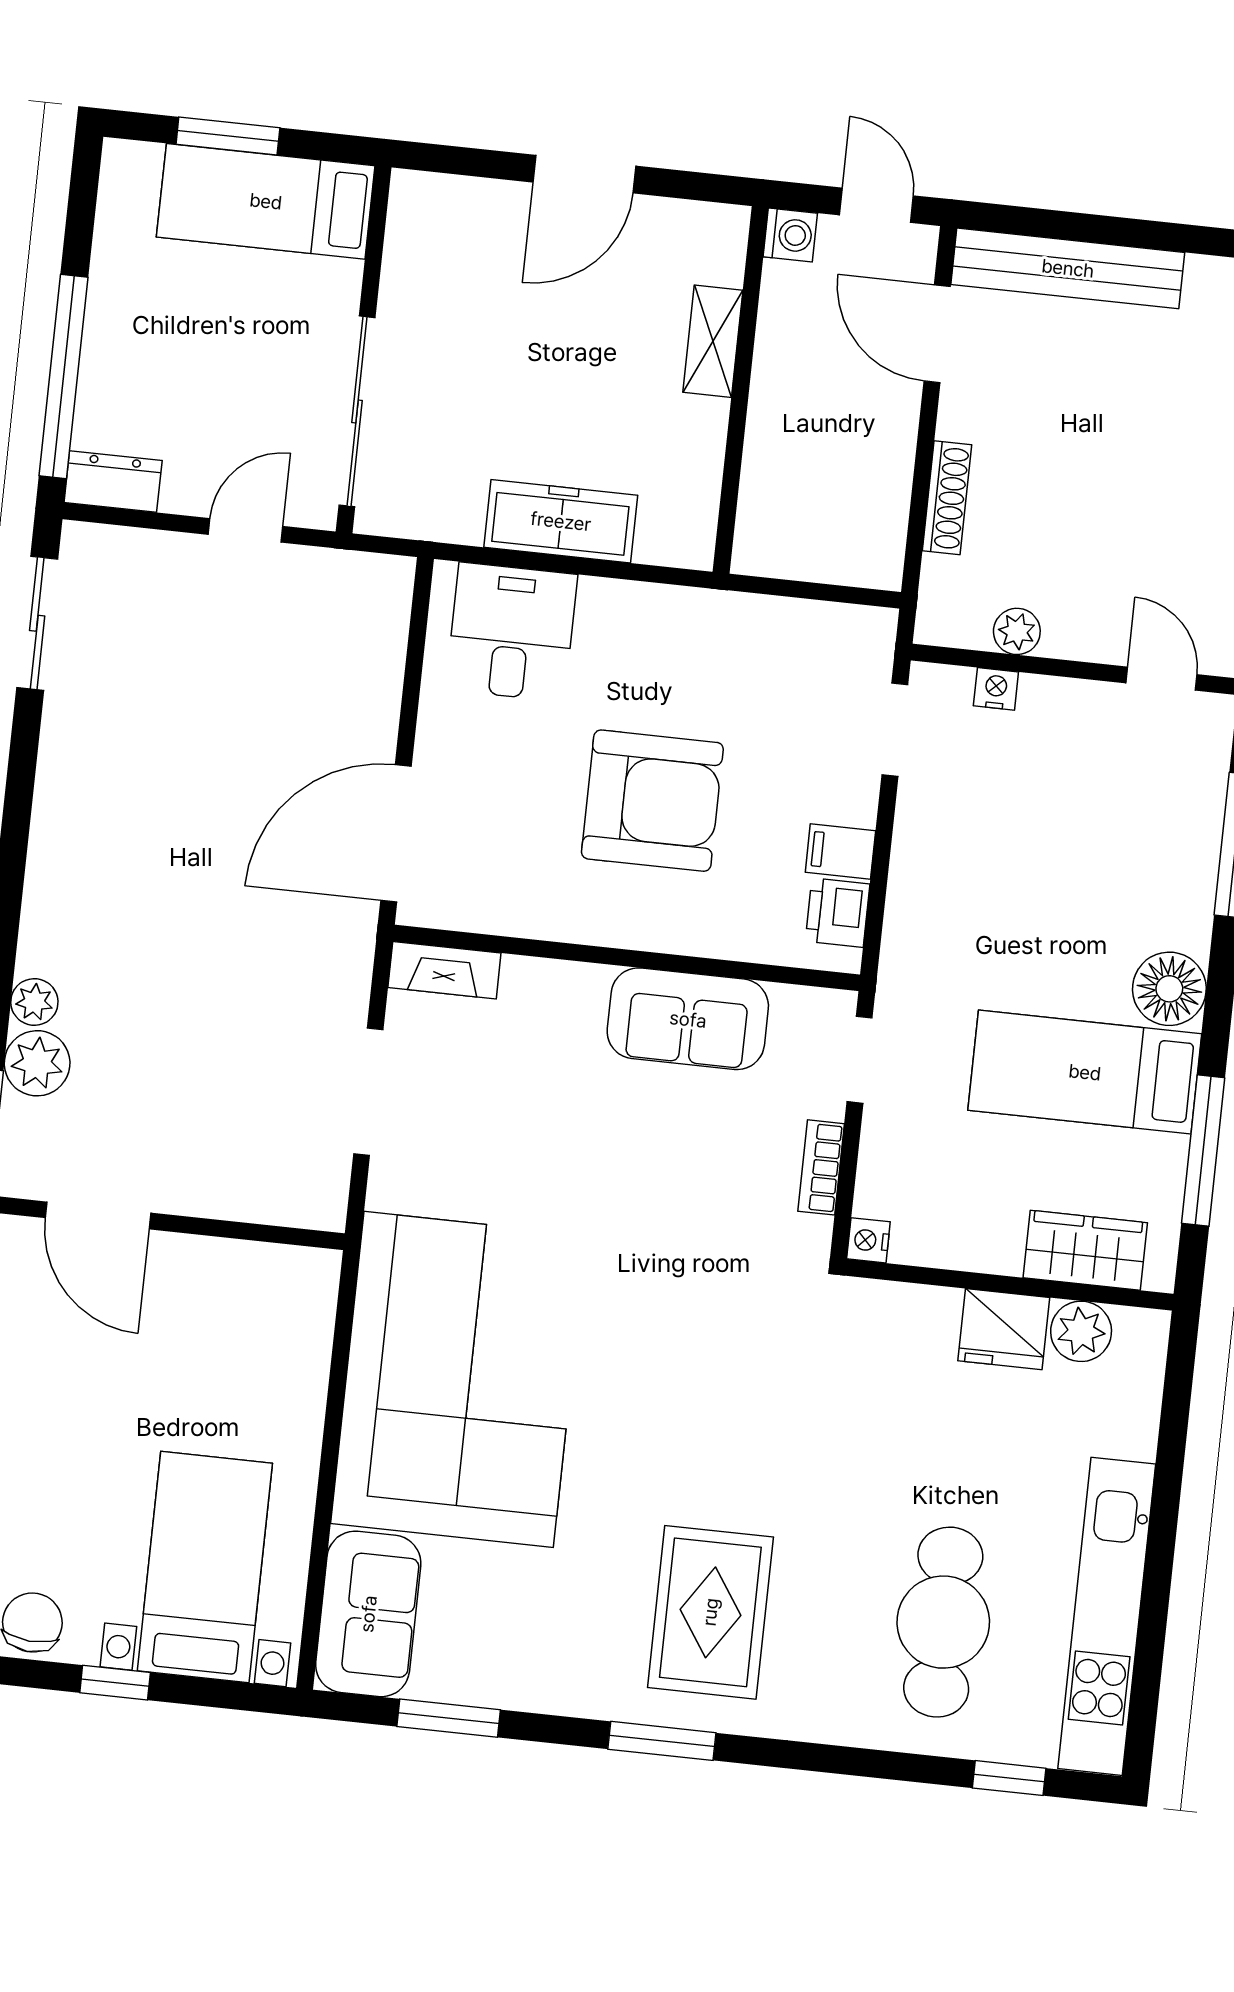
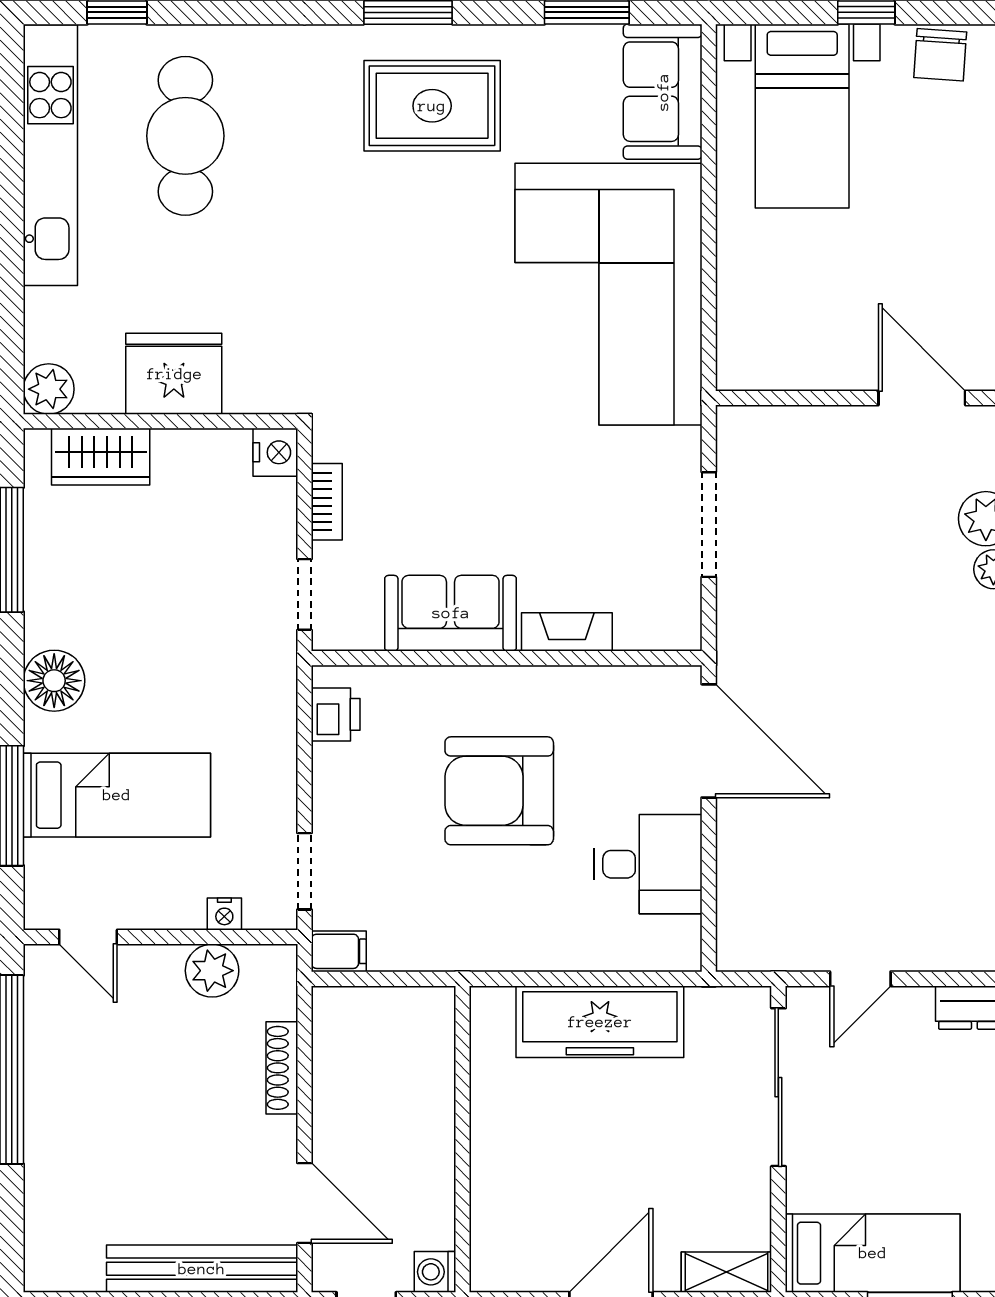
shelving: (713, 341) -> (726, 1272), moved, turned 90
freezer: (561, 521) -> (600, 1022), width x1.36, depth x1.26
plant: (1017, 631) -> (212, 971), width x1.38, depth x1.38
desk: (512, 632) -> (648, 864), moved, turned -90
door: (396, 833) -> (709, 741), hinge flipped
filing cabinet: (840, 852) -> (339, 951), moved
fireplace: (444, 970) -> (567, 632), moved
bed: (1085, 1072) -> (117, 795), moved
nightstand: (868, 1240) -> (275, 452), width x1.39, depth x1.35
fridge: (1004, 1329) -> (174, 374), width x1.36, depth x1.34
plant: (1081, 1331) -> (49, 389), moved
rug: (710, 1612) -> (432, 106), moved, turned 90

